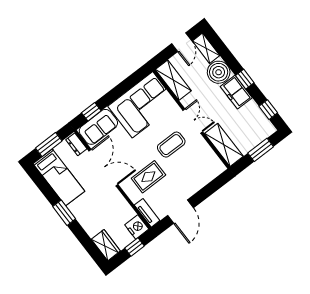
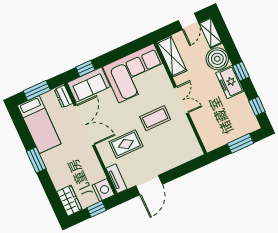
shelving: (224, 145) -> (206, 130), removed

